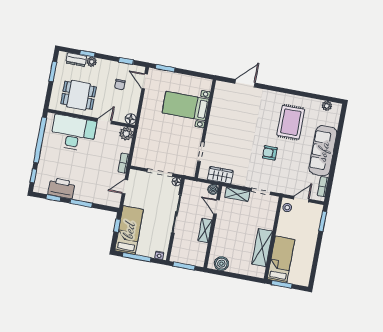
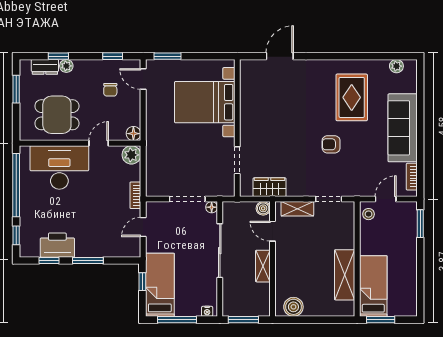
bed with nightstands: (185, 106) -> (205, 102), width x1.36

